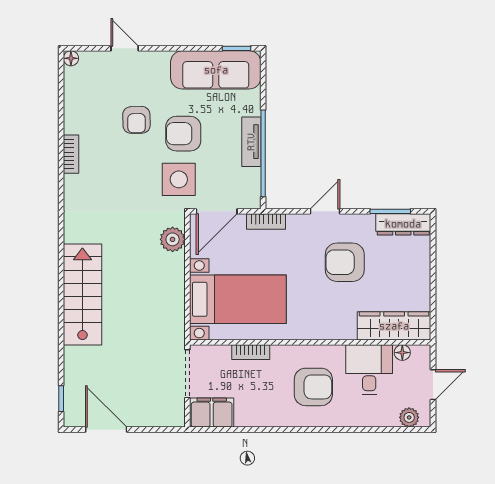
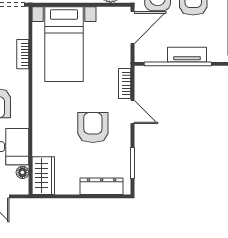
door: (217, 211) -> (133, 28), swing flipped
bookcase: (266, 221) -> (125, 84), moved
dresser: (403, 224) -> (102, 186), moved, turned 90
wardrobe: (394, 326) -> (43, 176), width x0.67

